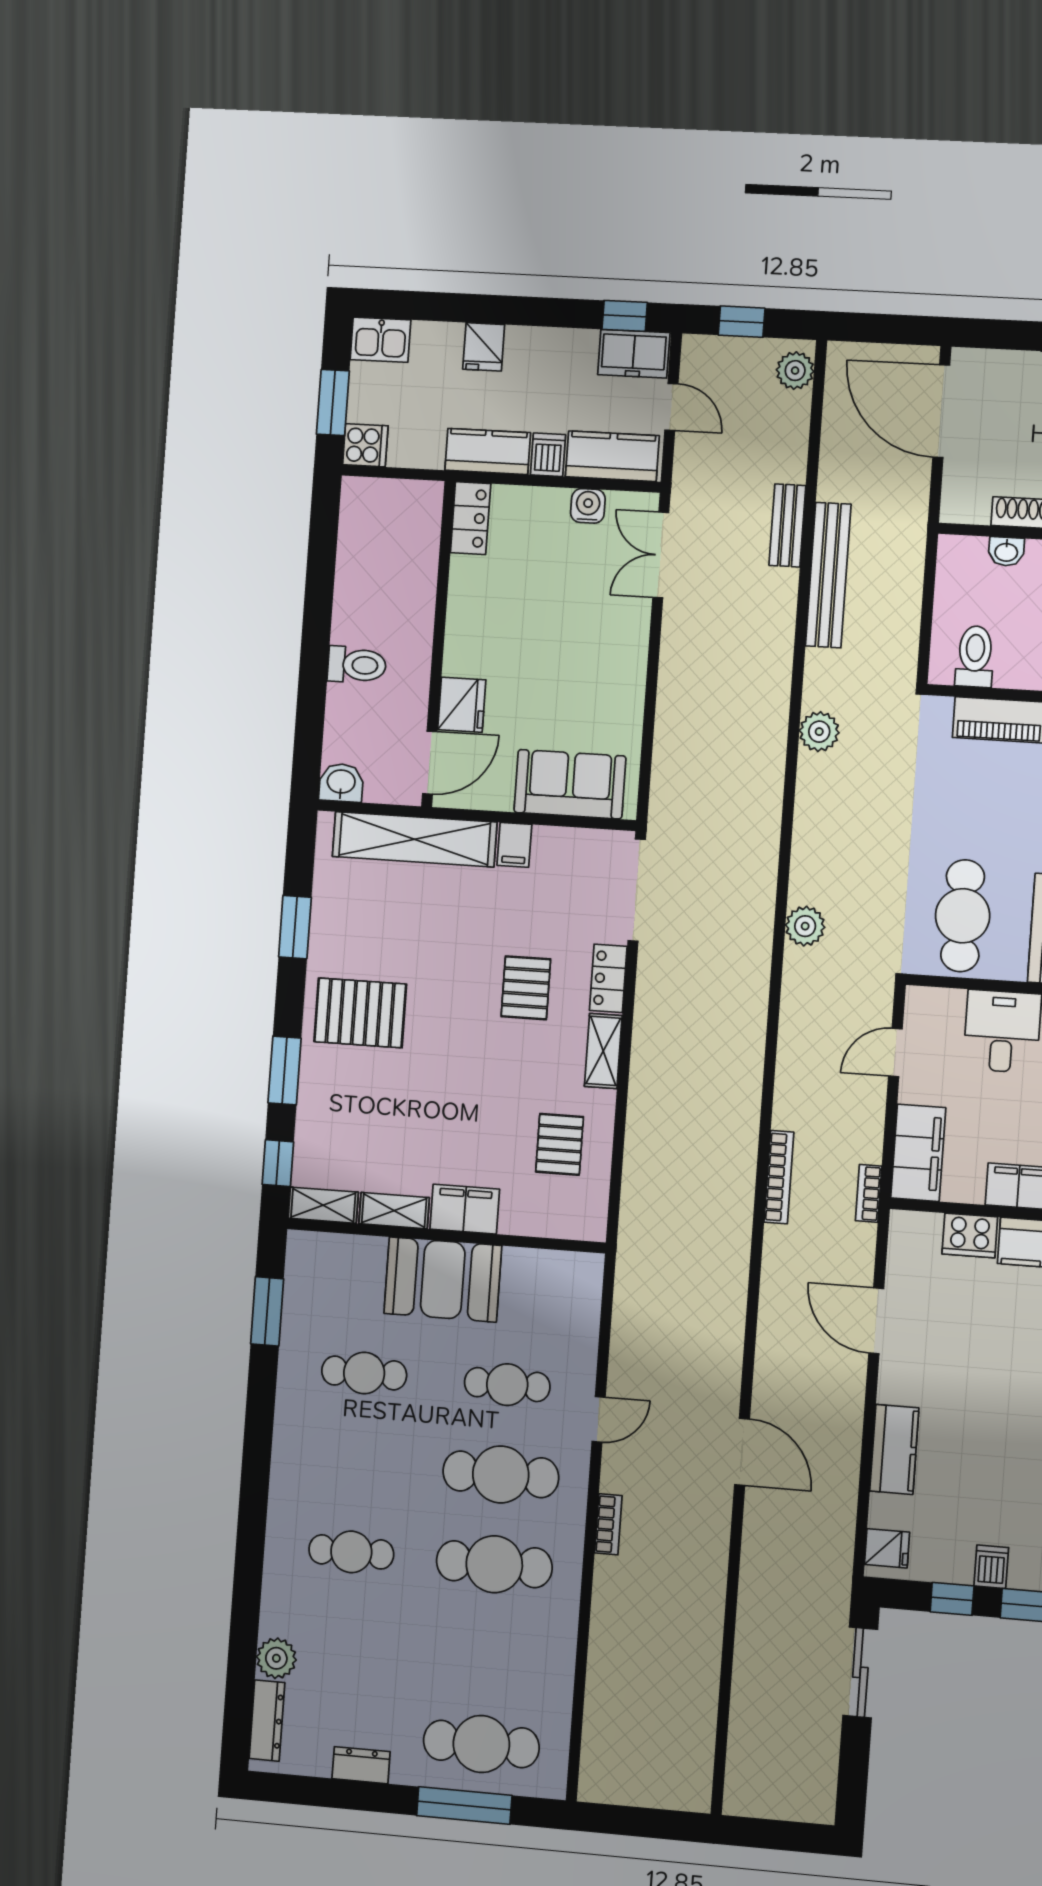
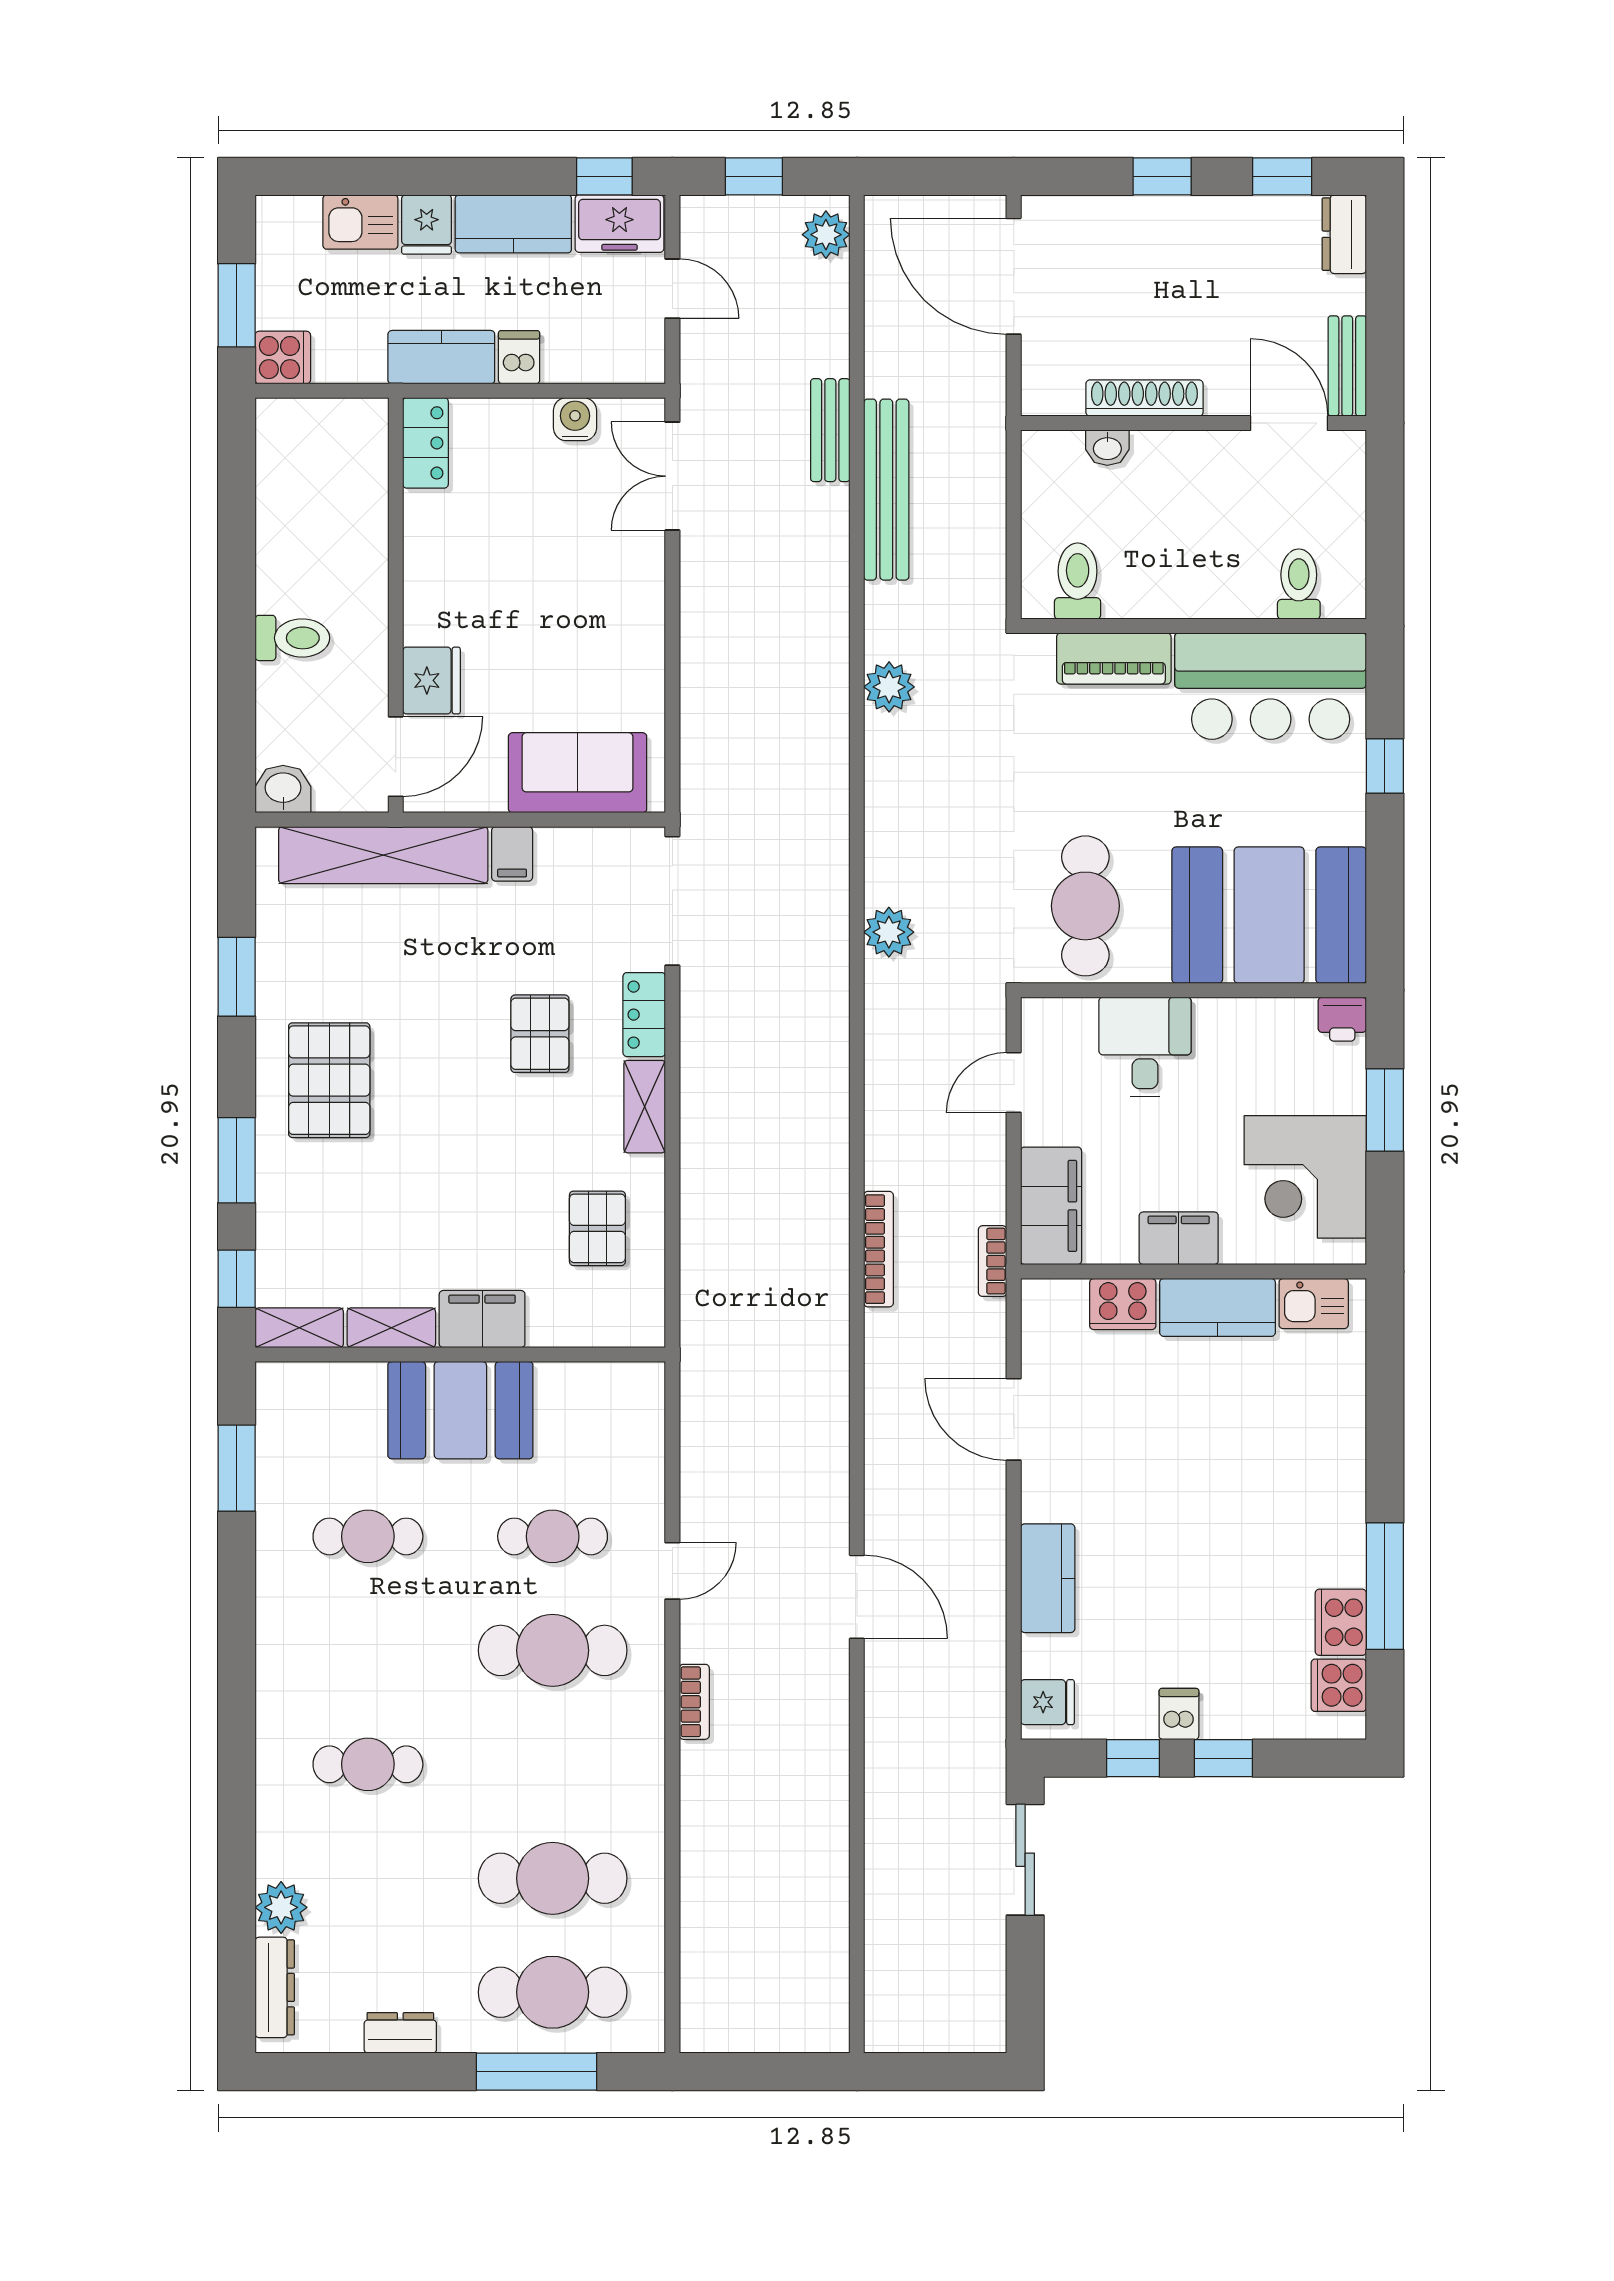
kitchen sink: (381, 340) -> (360, 222), moved
kitchen counter: (612, 456) -> (513, 224), moved, turned 180
pallet: (360, 1013) -> (329, 1080), turned 90
cafe table: (494, 1564) -> (553, 1878), moved

